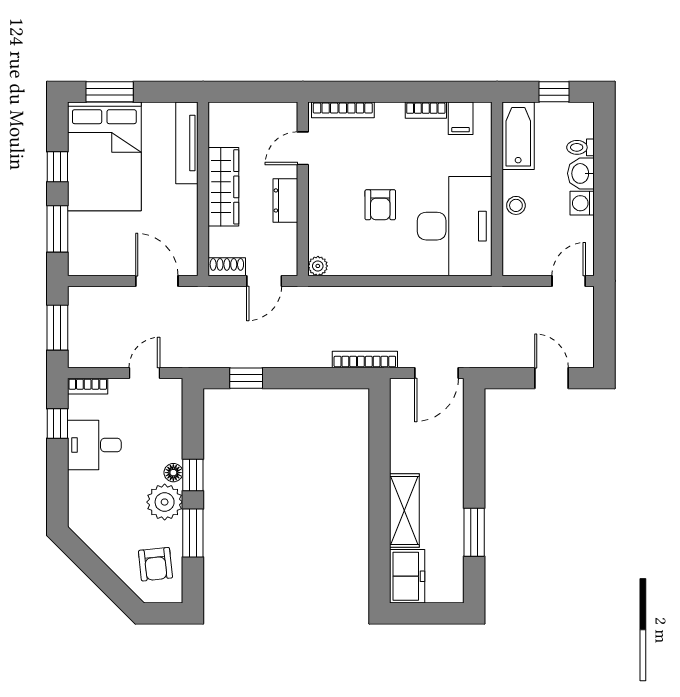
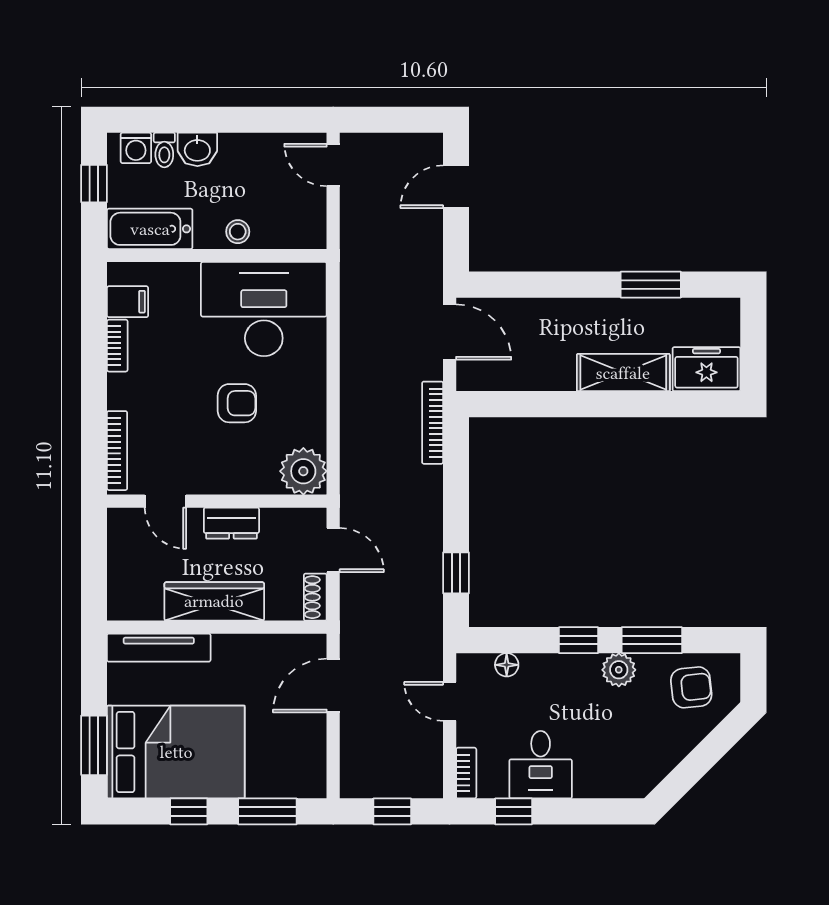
washing machine: (582, 203) -> (136, 148), moved
plant: (318, 266) -> (303, 471), width x1.87, depth x1.87
window: (57, 328) -> (392, 811), width x0.67
floor lamp: (173, 473) -> (507, 665), moved
plant: (165, 502) -> (619, 670), width x0.73, depth x0.73

